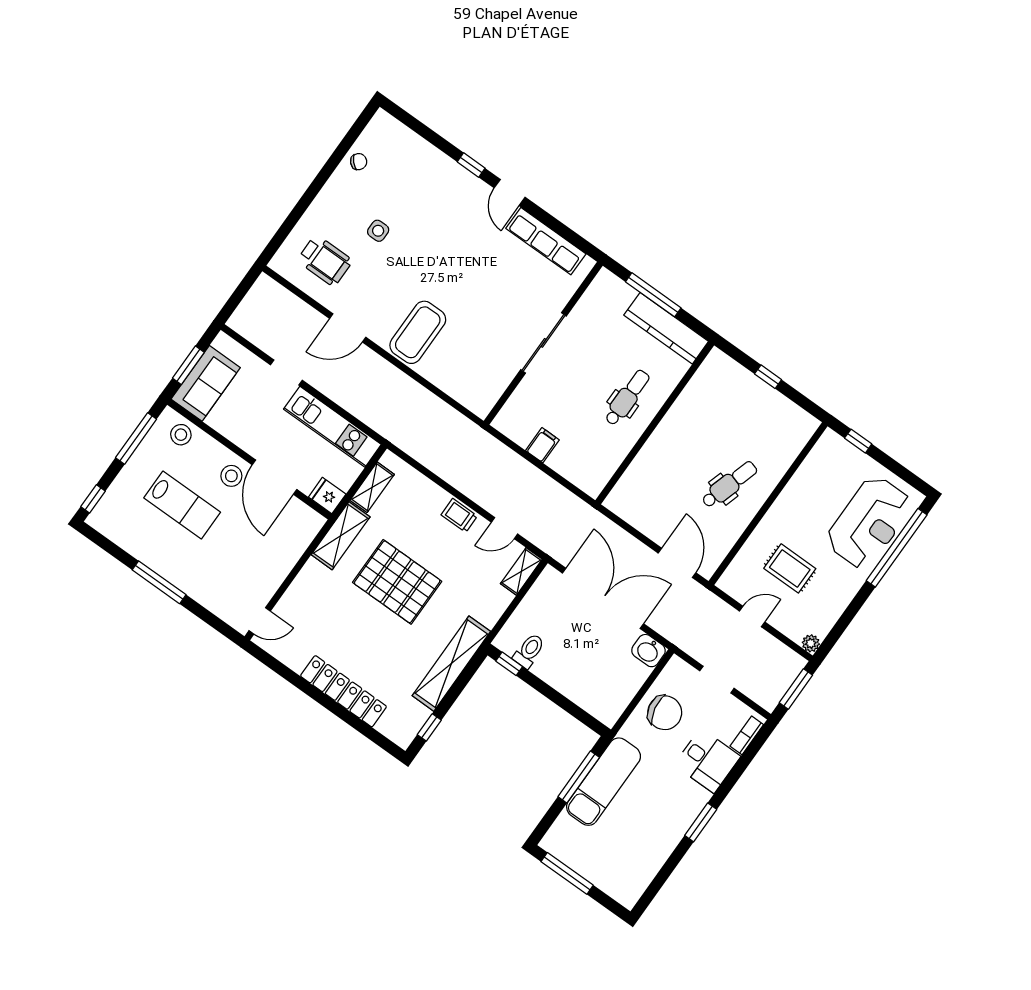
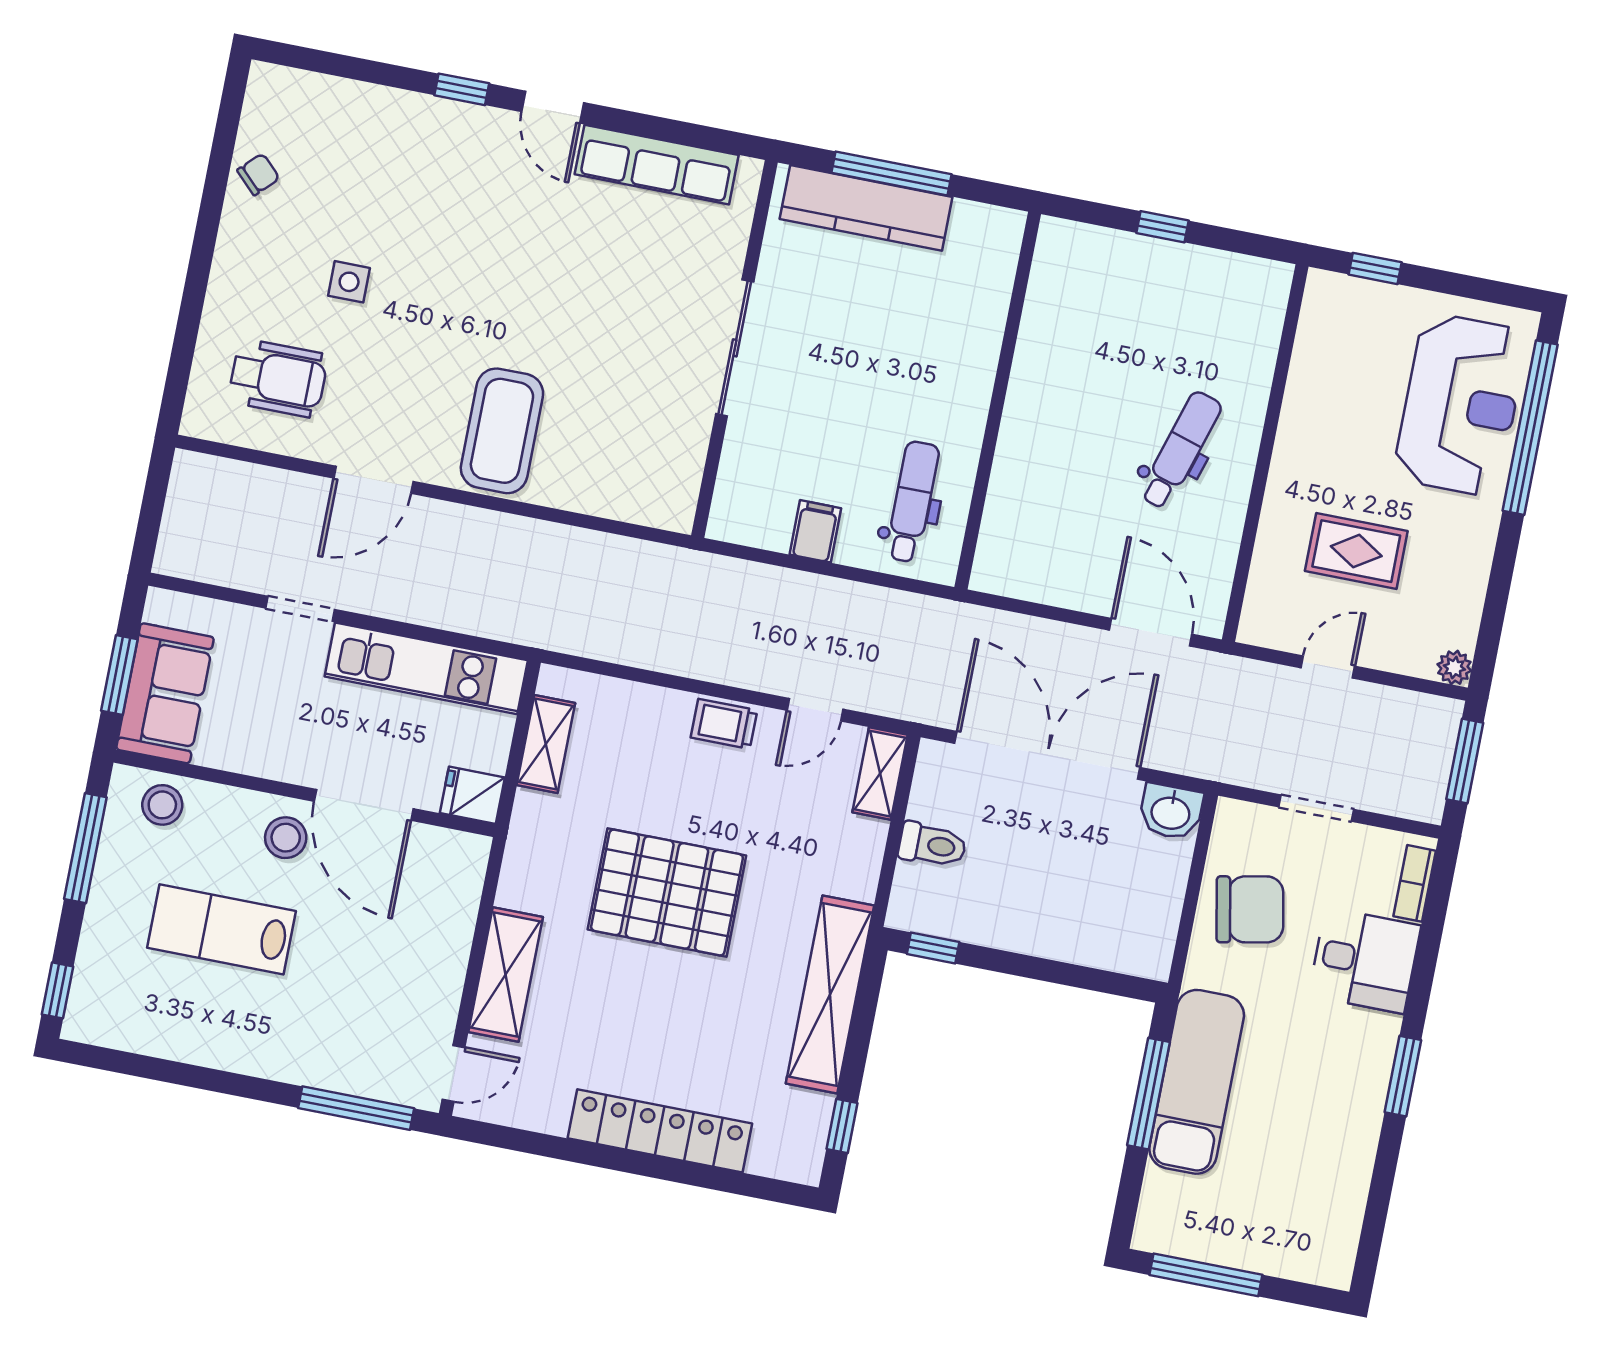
kitchen counter: (666, 328) -> (866, 208), moved
dental chair: (627, 398) -> (913, 502), moved
lab bench: (182, 505) -> (222, 929), turned 180
shelving: (341, 536) -> (506, 974), moved
window: (159, 582) -> (356, 1108), moved
toilet: (529, 651) -> (932, 845), moved, turned 90

